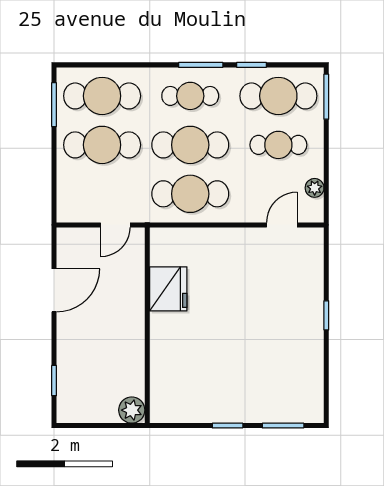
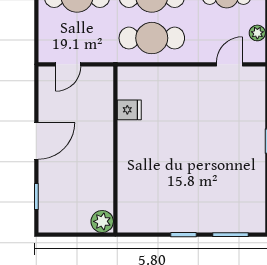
door: (115, 225) -> (68, 64), moved
fridge: (168, 289) -> (129, 110), width x0.53, depth x0.75
door: (54, 290) -> (36, 141), moved

